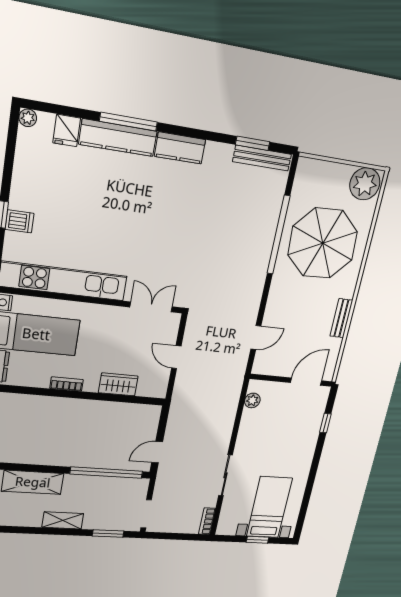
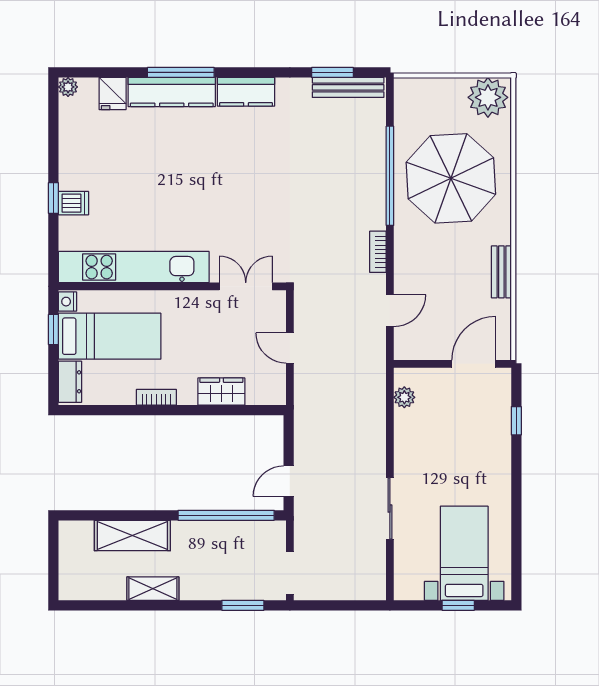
shelving: (63, 520) -> (153, 589), moved
bookcase: (207, 521) -> (378, 252), moved

